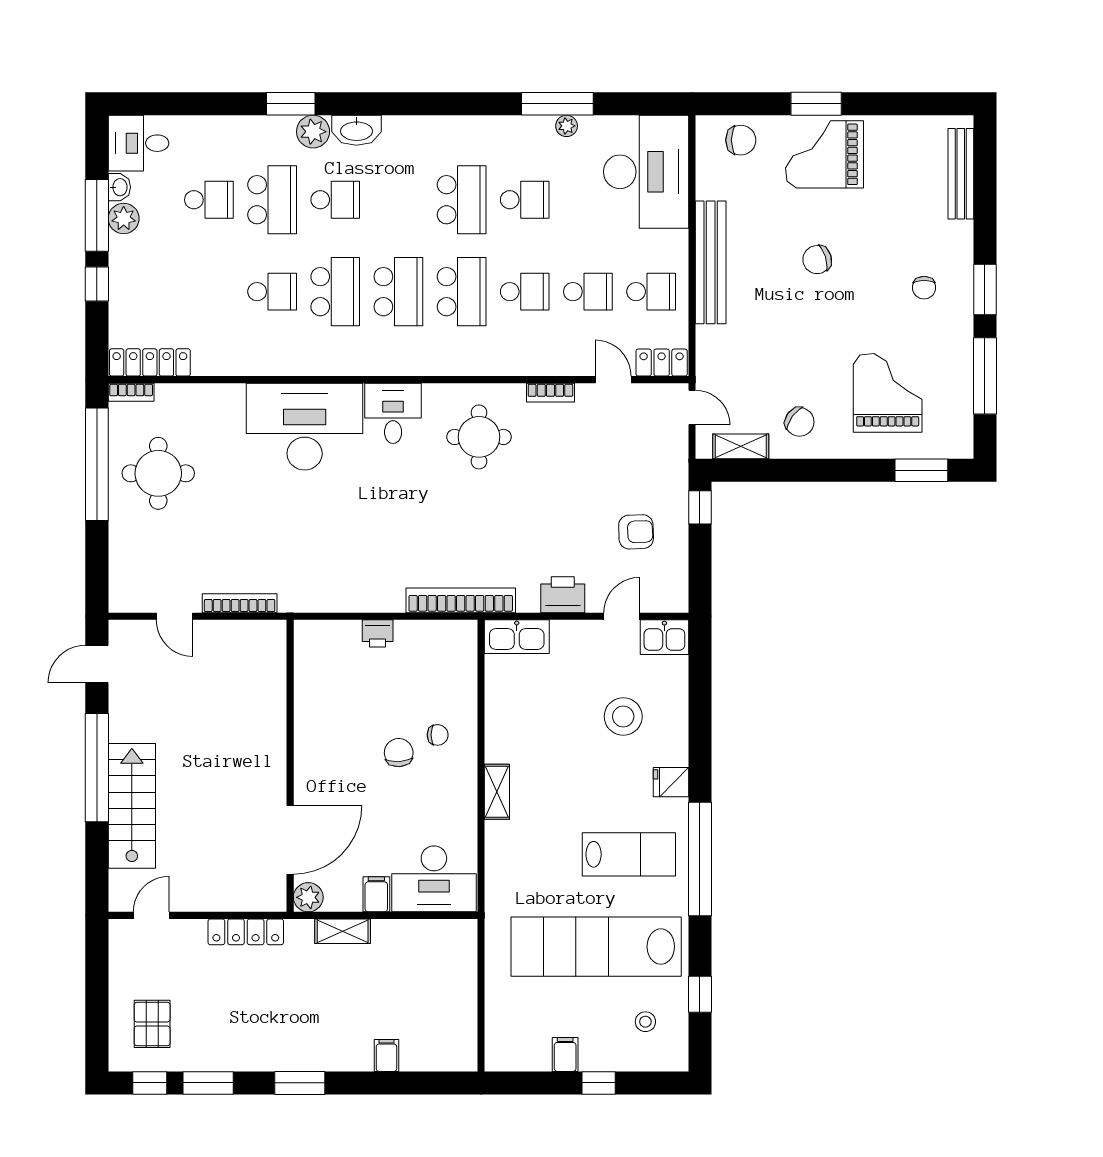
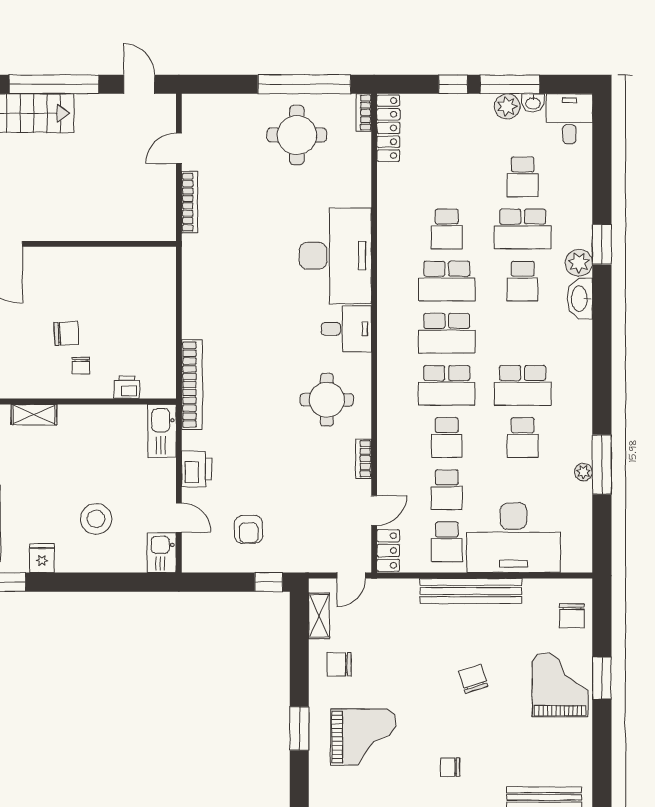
desk: (646, 172) -> (513, 538), moved
chair: (800, 422) -> (339, 664), turned 54
window: (921, 470) -> (299, 728), moved
printer: (378, 633) -> (127, 387), moved, turned 90

